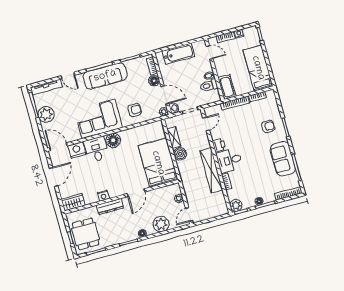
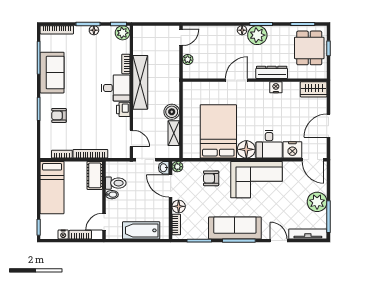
door: (210, 52) -> (104, 222), hinge flipped
door: (206, 124) -> (131, 138), swing flipped
bed: (158, 163) -> (218, 131), moved, turned 180
plant: (161, 224) -> (257, 35), moved

